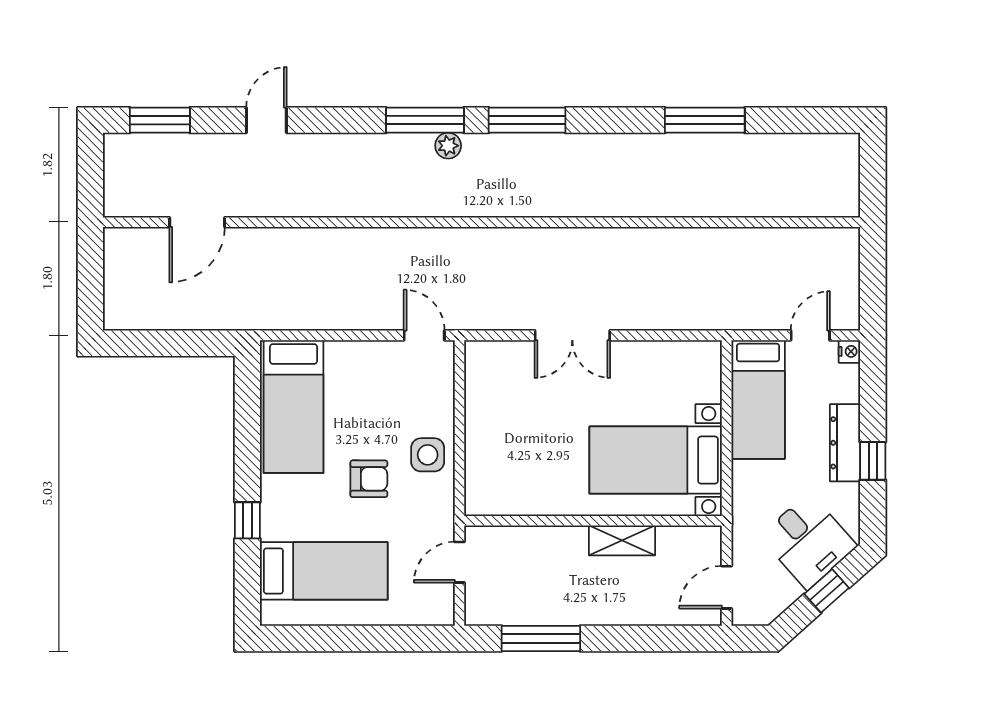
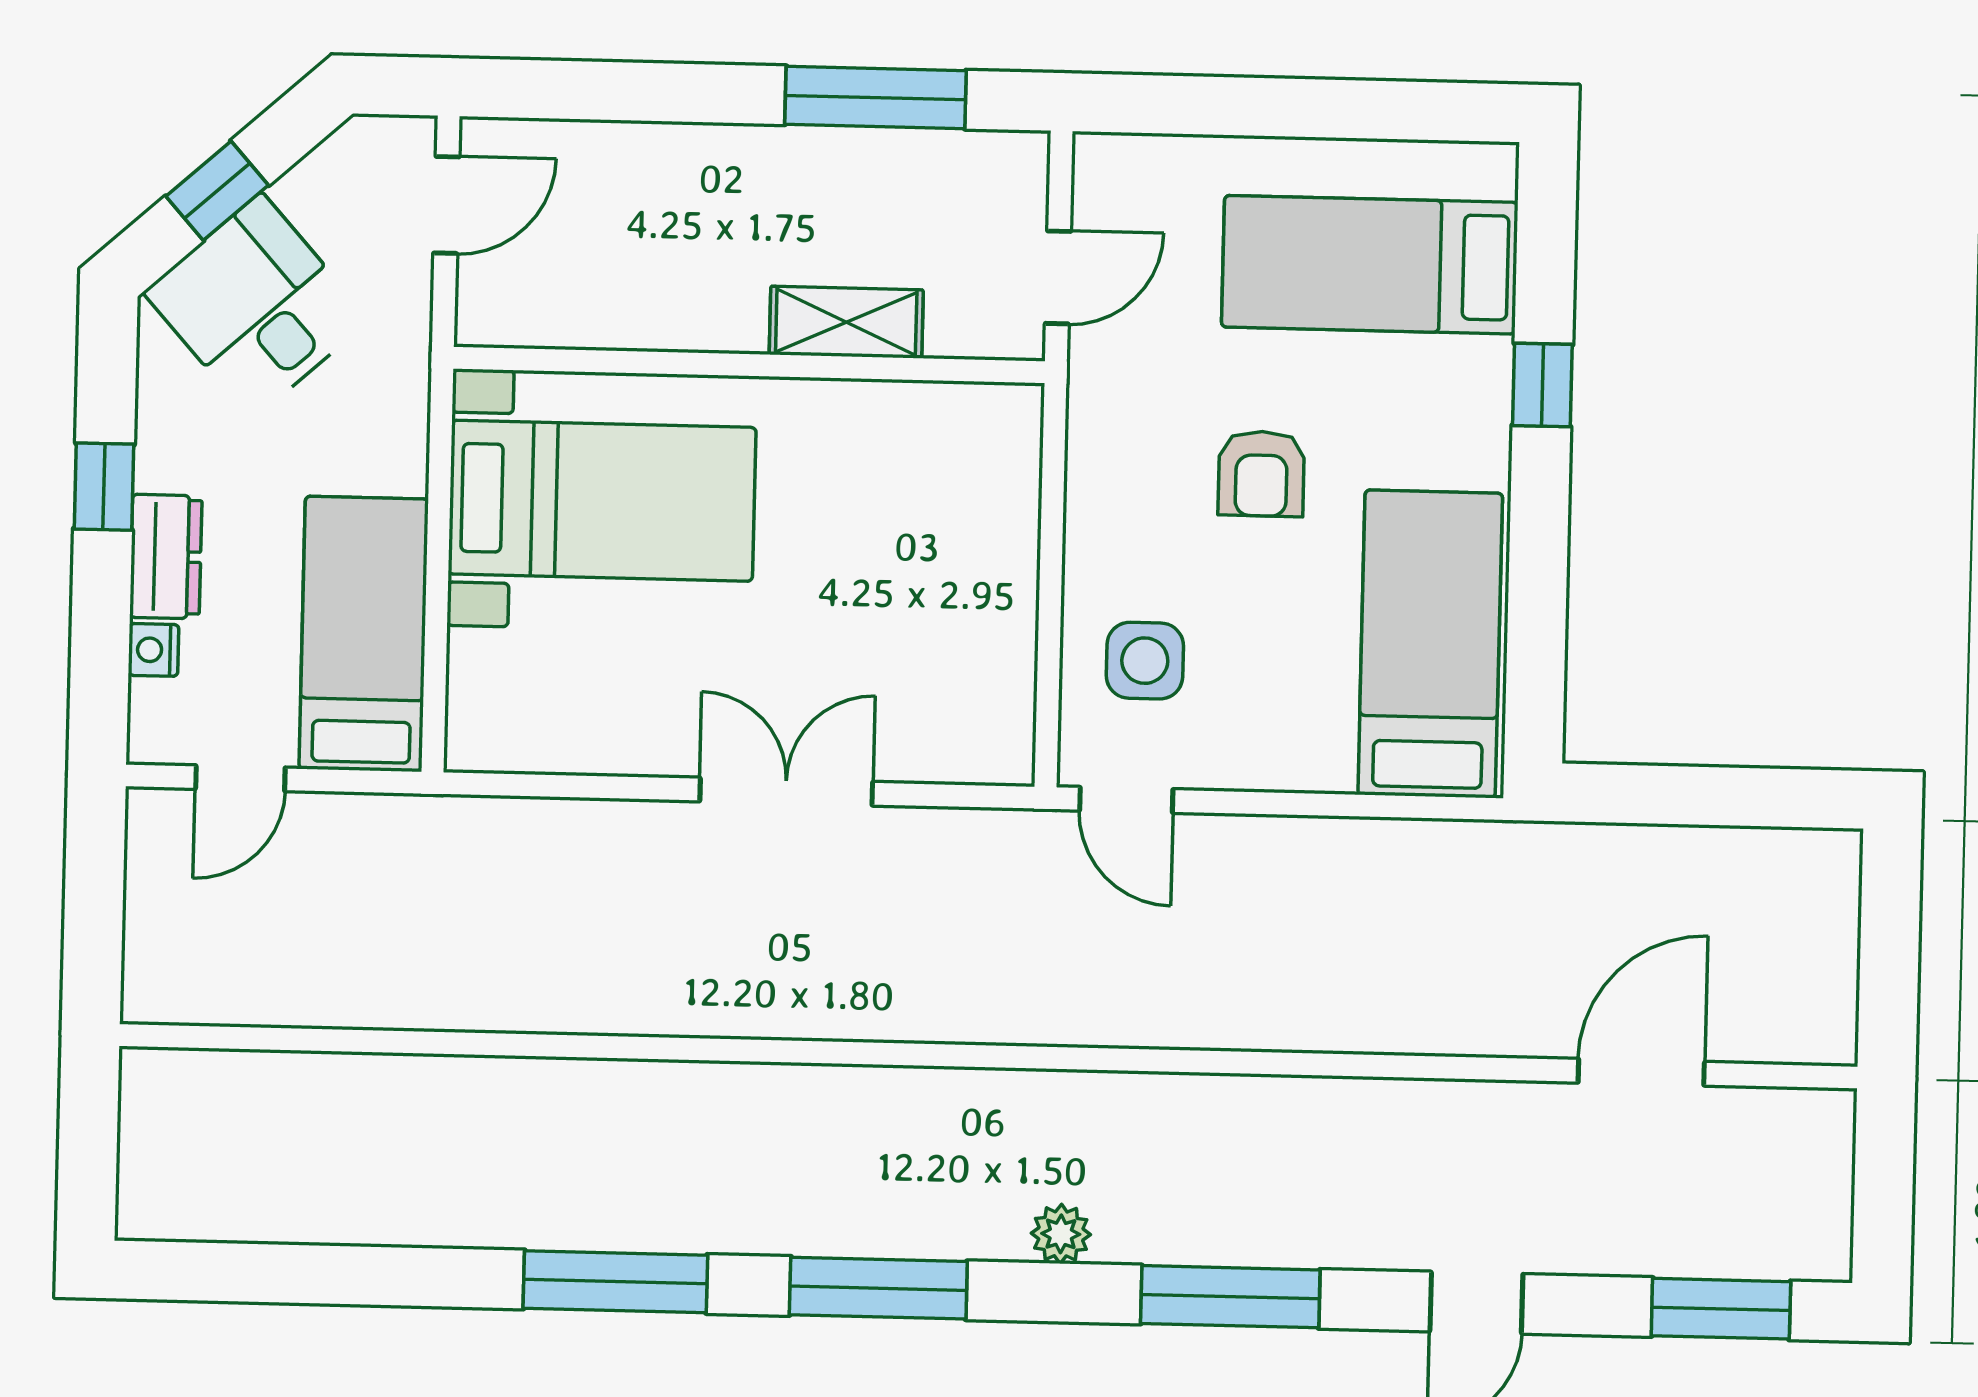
window: (425, 120) -> (1230, 1297), moved
window: (705, 120) -> (615, 1282), moved
nightstand: (849, 351) -> (154, 650), moved
dresser: (845, 443) -> (166, 557), width x0.70
side table: (428, 455) -> (1145, 661), moved
armchair: (369, 479) -> (1261, 474), turned -90
shelving: (622, 540) -> (846, 322), moved

